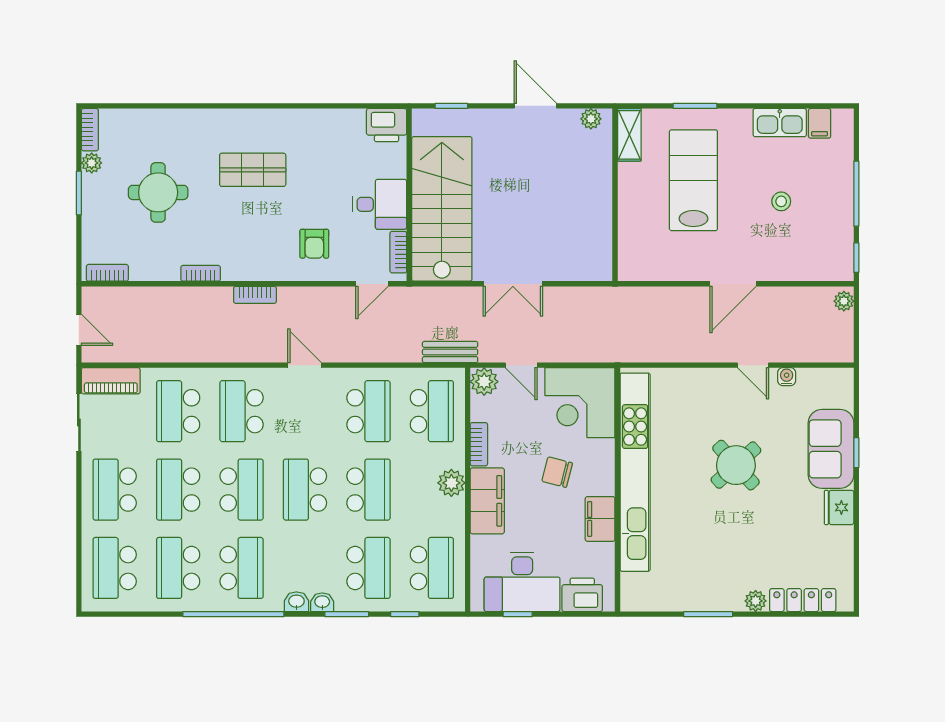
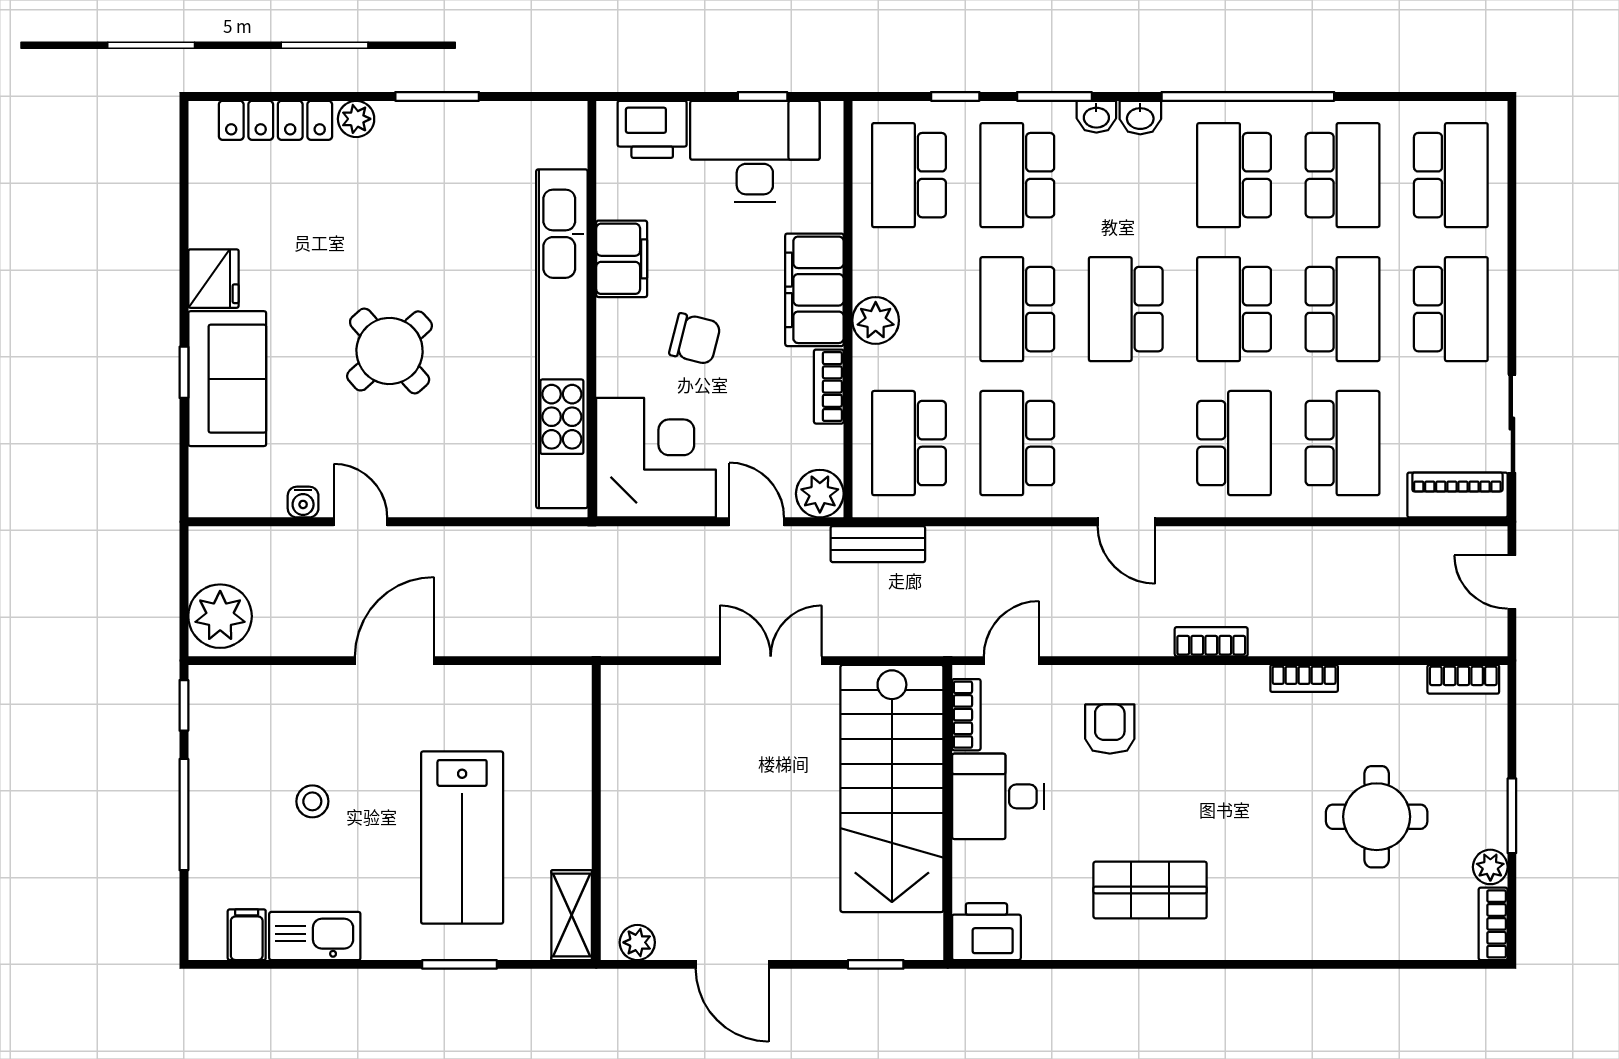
shop shelf: (253, 170) -> (1150, 890), moved
plant: (844, 301) -> (220, 616), width x1.88, depth x1.88
school desk: (305, 490) -> (1126, 309), turned 180

